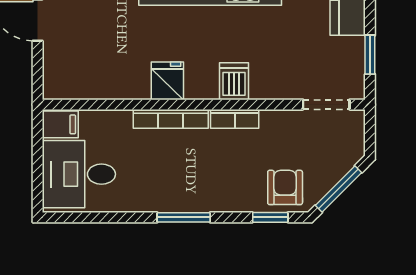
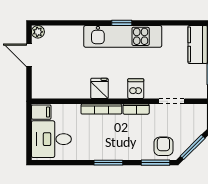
doorway: (326, 105) -> (172, 101), moved
window: (270, 217) -> (155, 163), width x1.50

